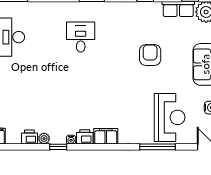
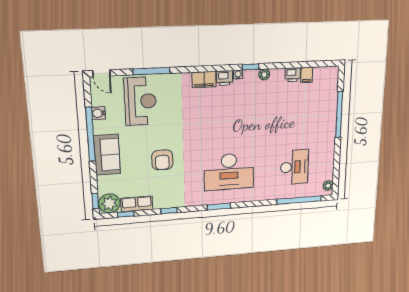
desk: (81, 37) -> (229, 172), width x1.87, depth x1.30
reception desk: (170, 117) -> (140, 101), turned 180
printer: (29, 137) -> (293, 75), moved

